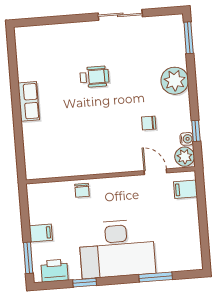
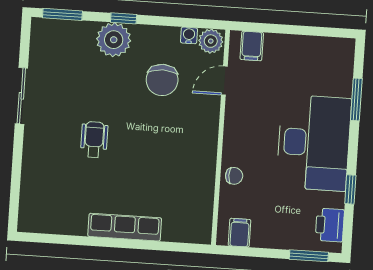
row of seats: (29, 101) -> (125, 227), width x1.48
chair: (149, 123) -> (162, 80), width x1.87, depth x1.87
window: (196, 131) -> (124, 18), moved
filing cabinet: (41, 233) -> (240, 233), moved

